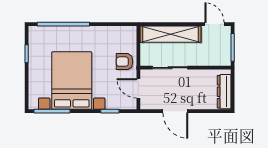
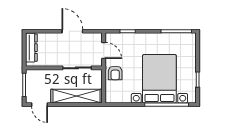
armchair: (125, 62) -> (115, 73), turned 90
bed with nightstands: (72, 81) -> (159, 79), moved, turned 180

